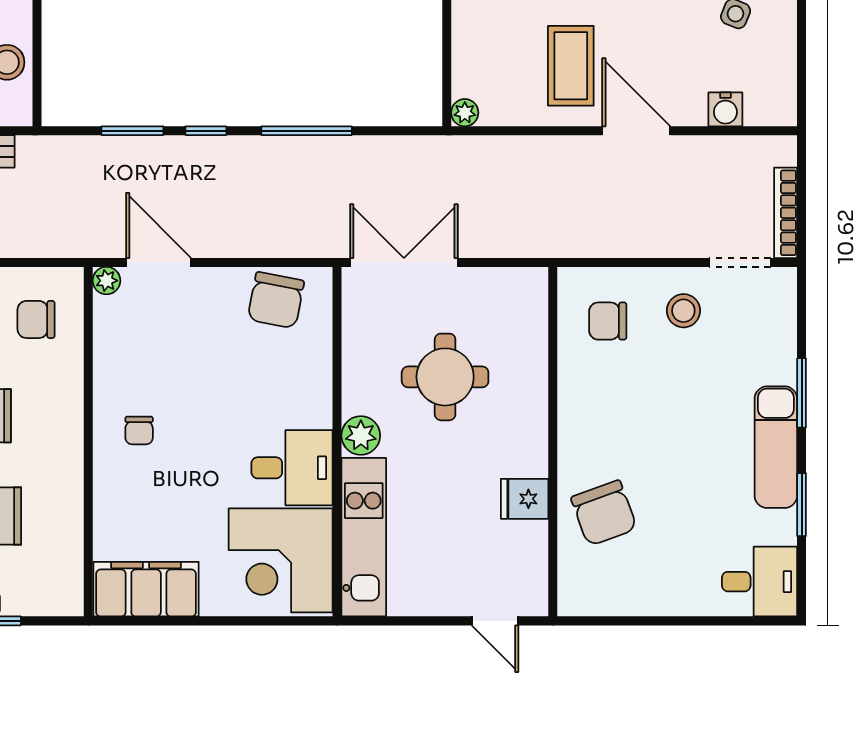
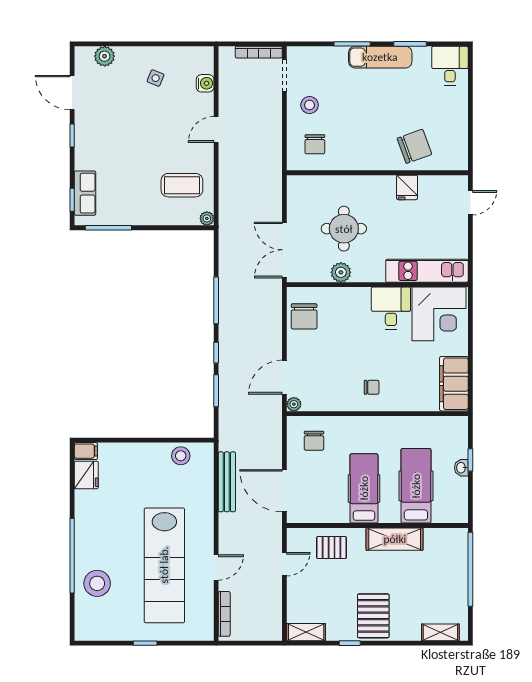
coffee table: (571, 66) -> (182, 185), moved
door: (636, 131) -> (216, 129), width x0.73
chair: (276, 300) -> (304, 316), turned 79
plant: (361, 436) -> (341, 272), moved

